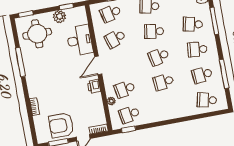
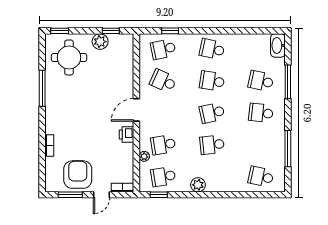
school desk: (115, 39) -> (163, 81), turned 42
desk: (80, 40) -> (119, 75), removed
school desk: (202, 75) -> (261, 145), removed
plant: (158, 116) -> (198, 185), added
armchair: (61, 125) -> (78, 175), turned 90

